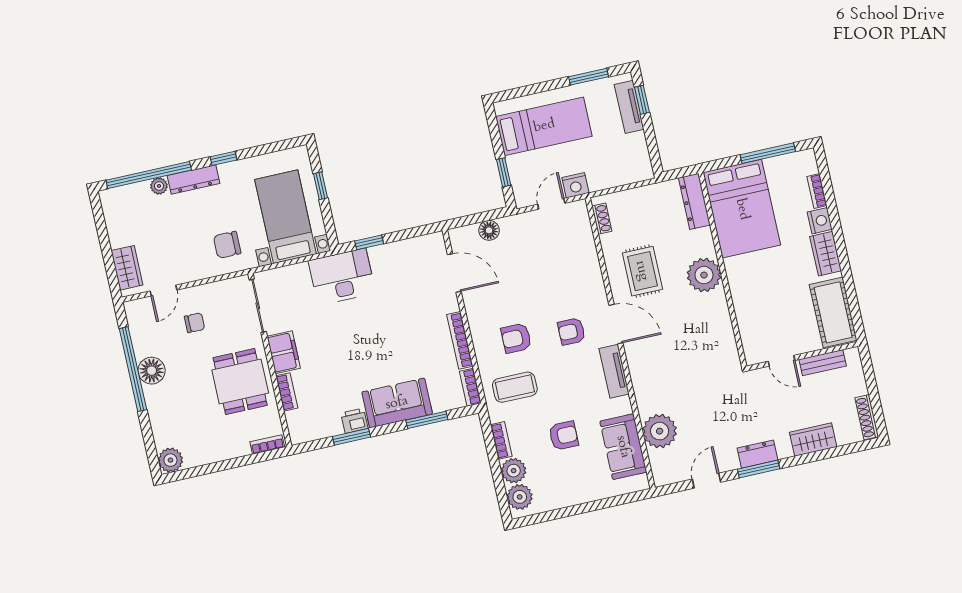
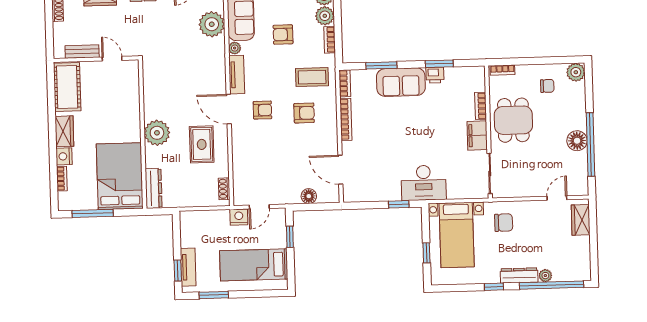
chair: (195, 323) -> (547, 86), moved, turned 180
plant: (624, 406) -> (235, 48), added

